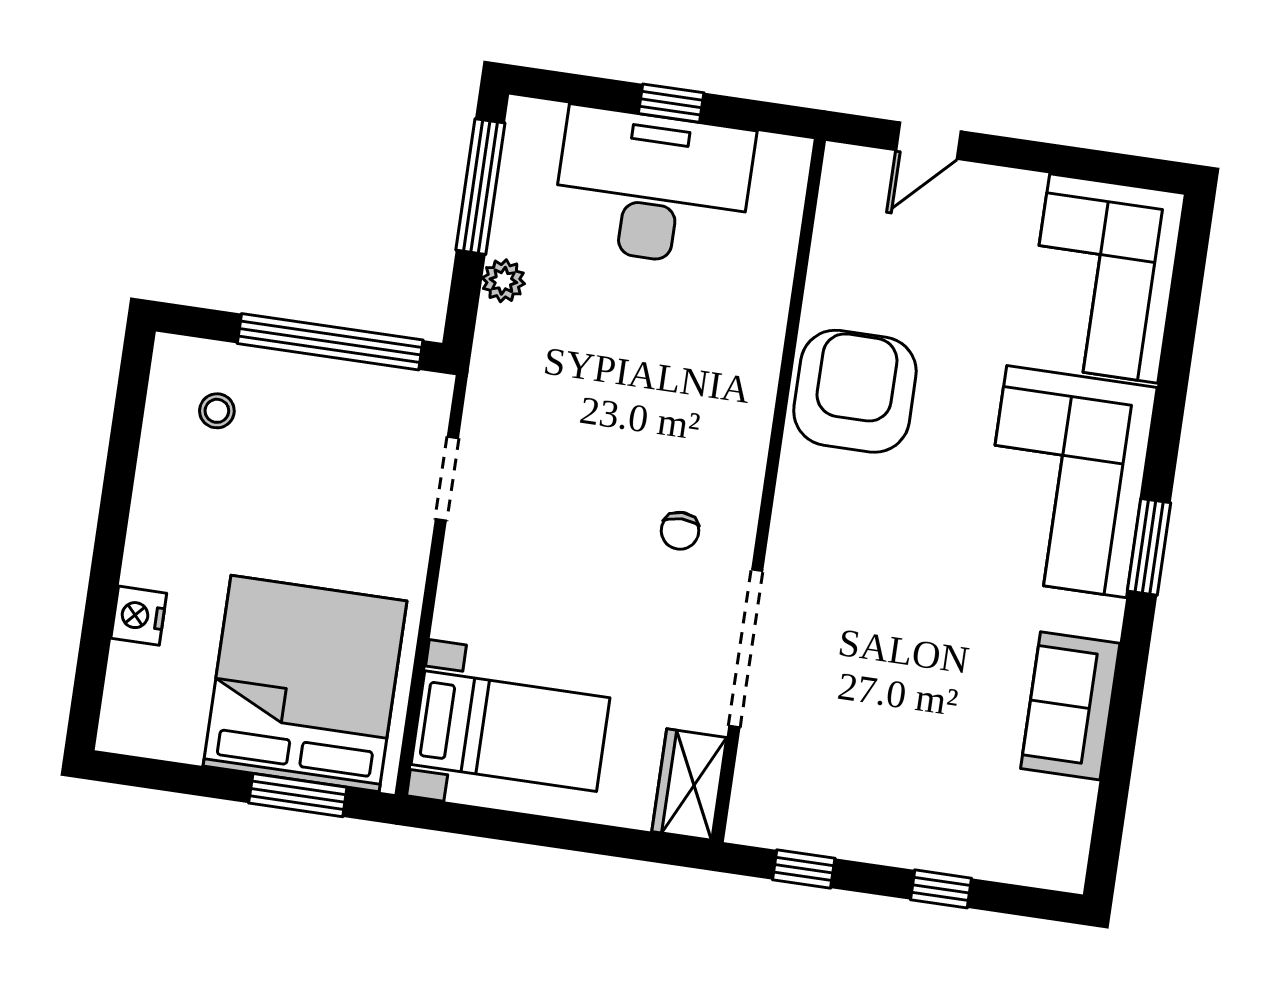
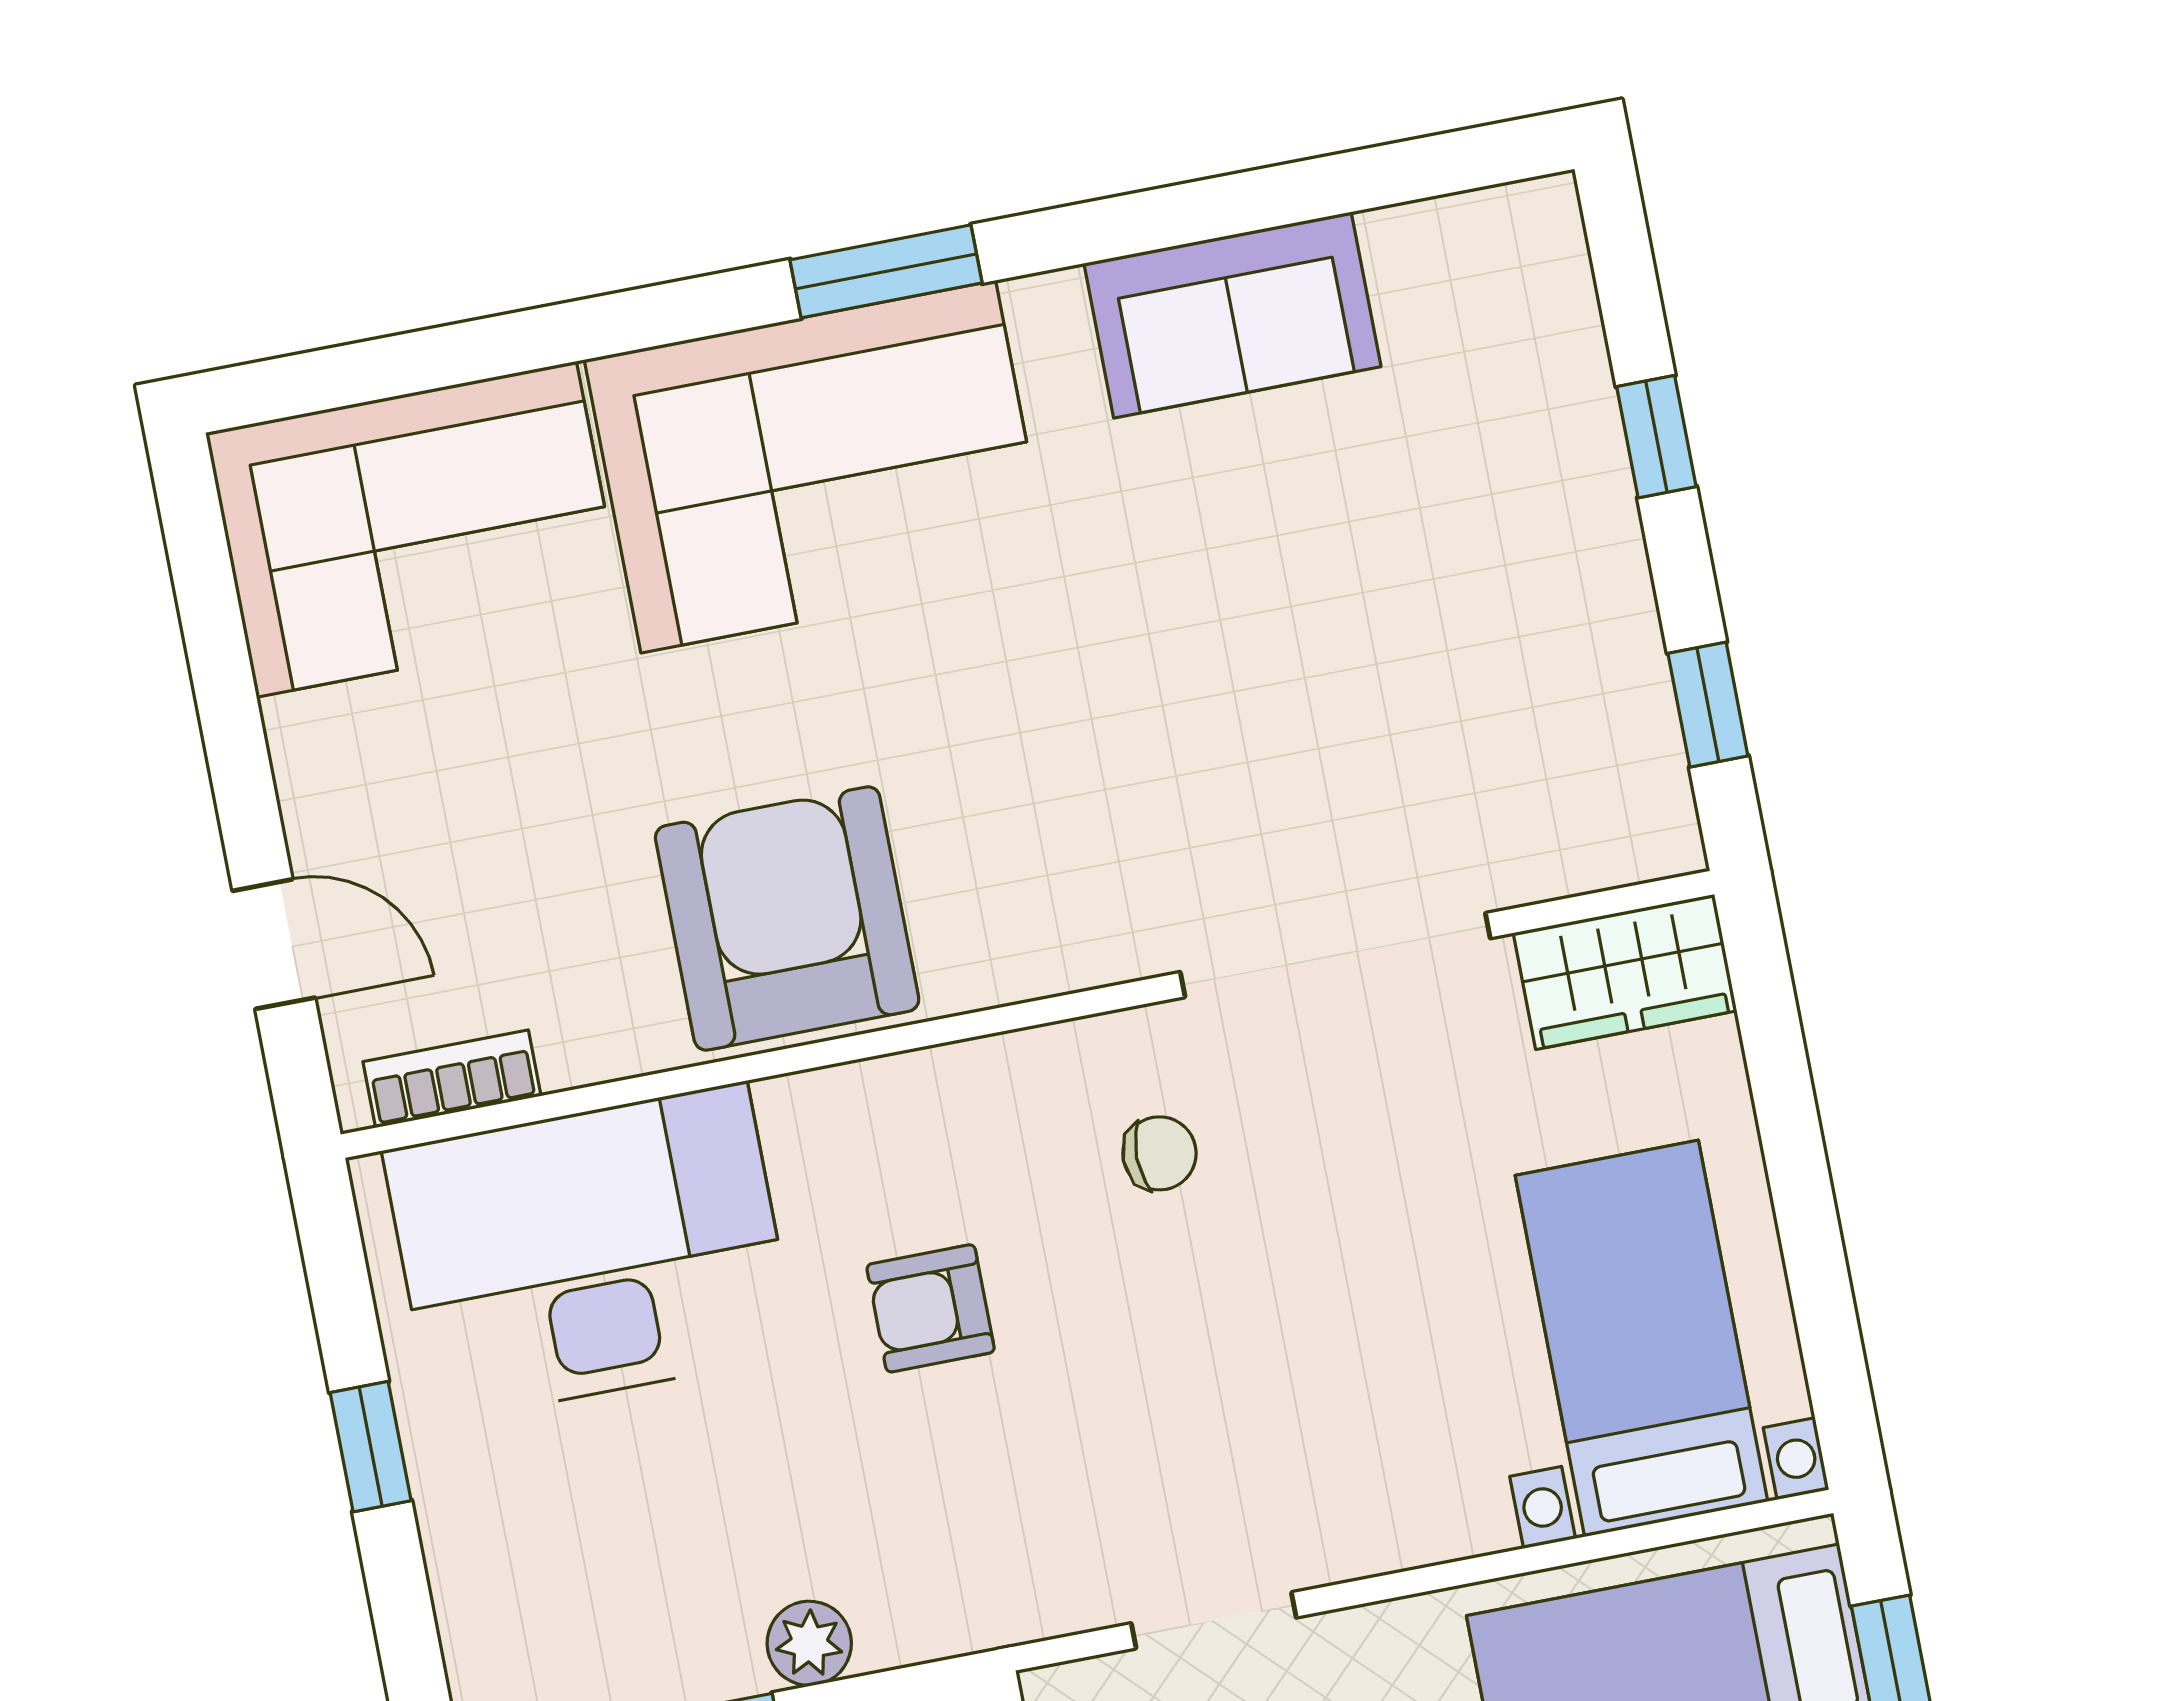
desk: (653, 187) -> (590, 1253), moved, turned 90
bookcase: (834, 204) -> (452, 1079), added
armchair: (855, 391) -> (787, 918), turned 90
armchair: (644, 395) -> (931, 1308), added

